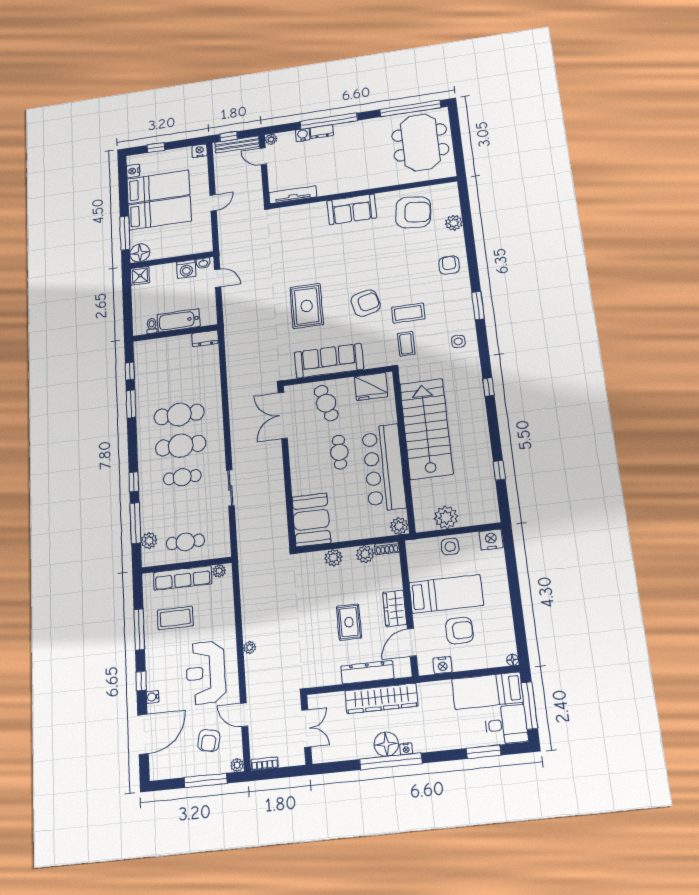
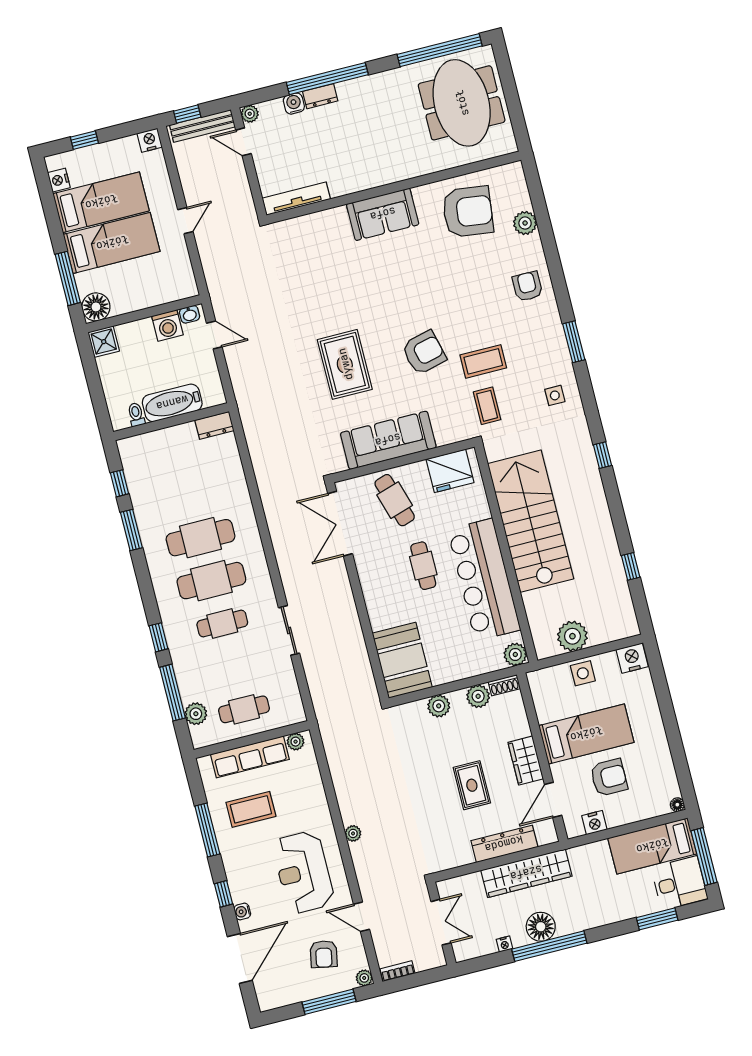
nightstand: (406, 749) -> (505, 944), moved

